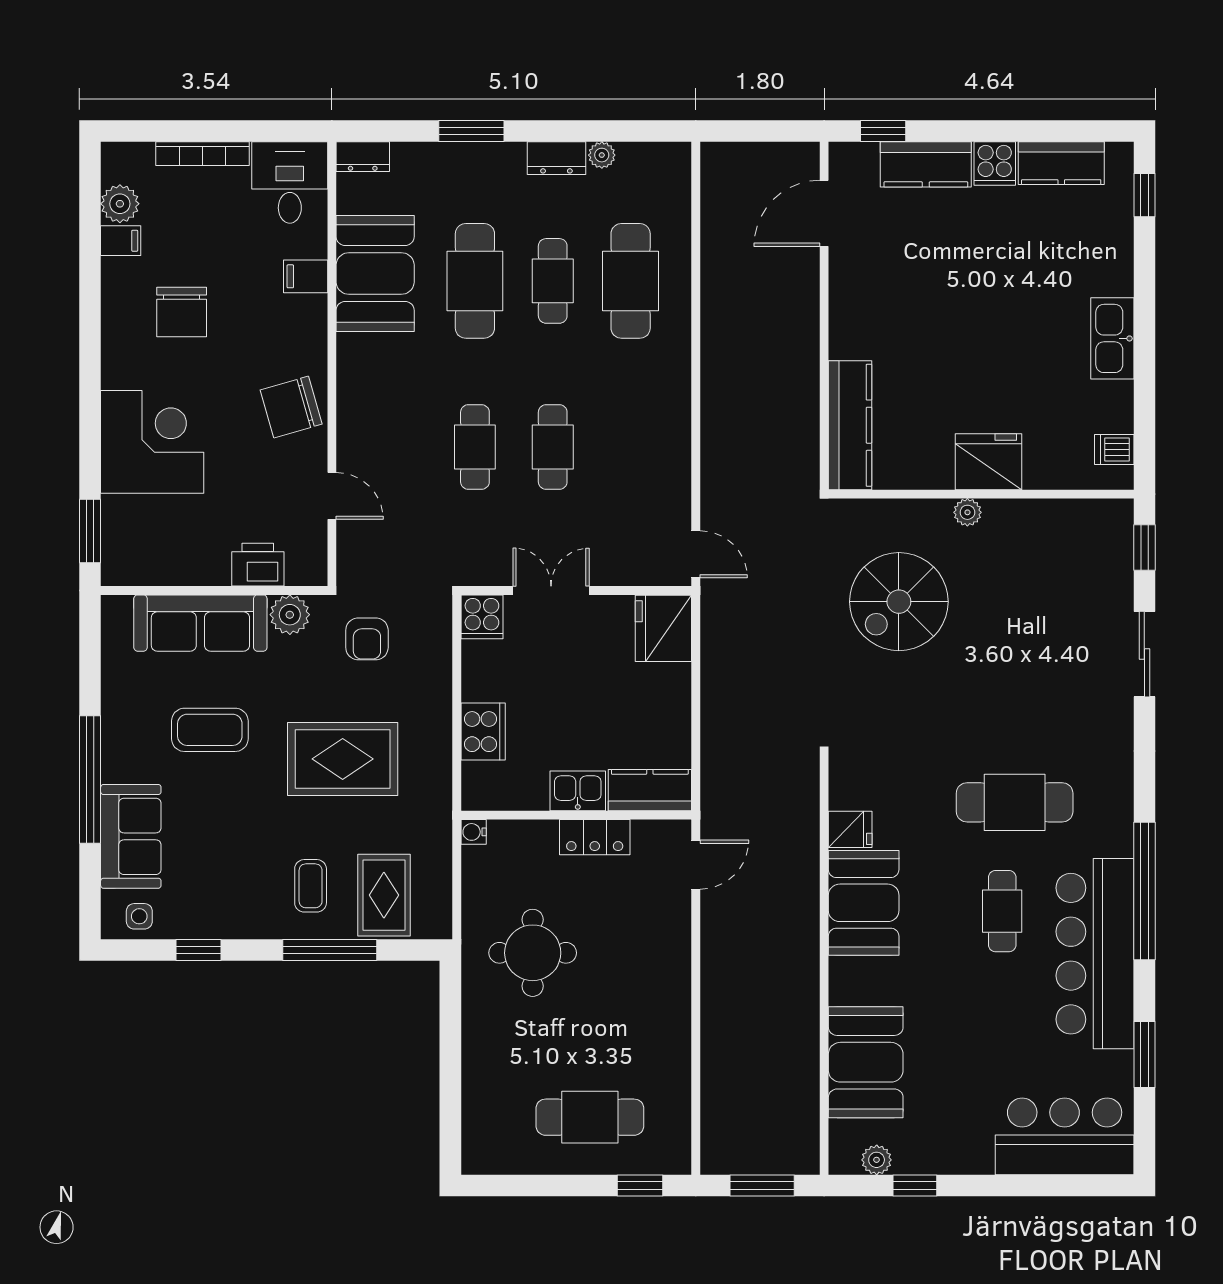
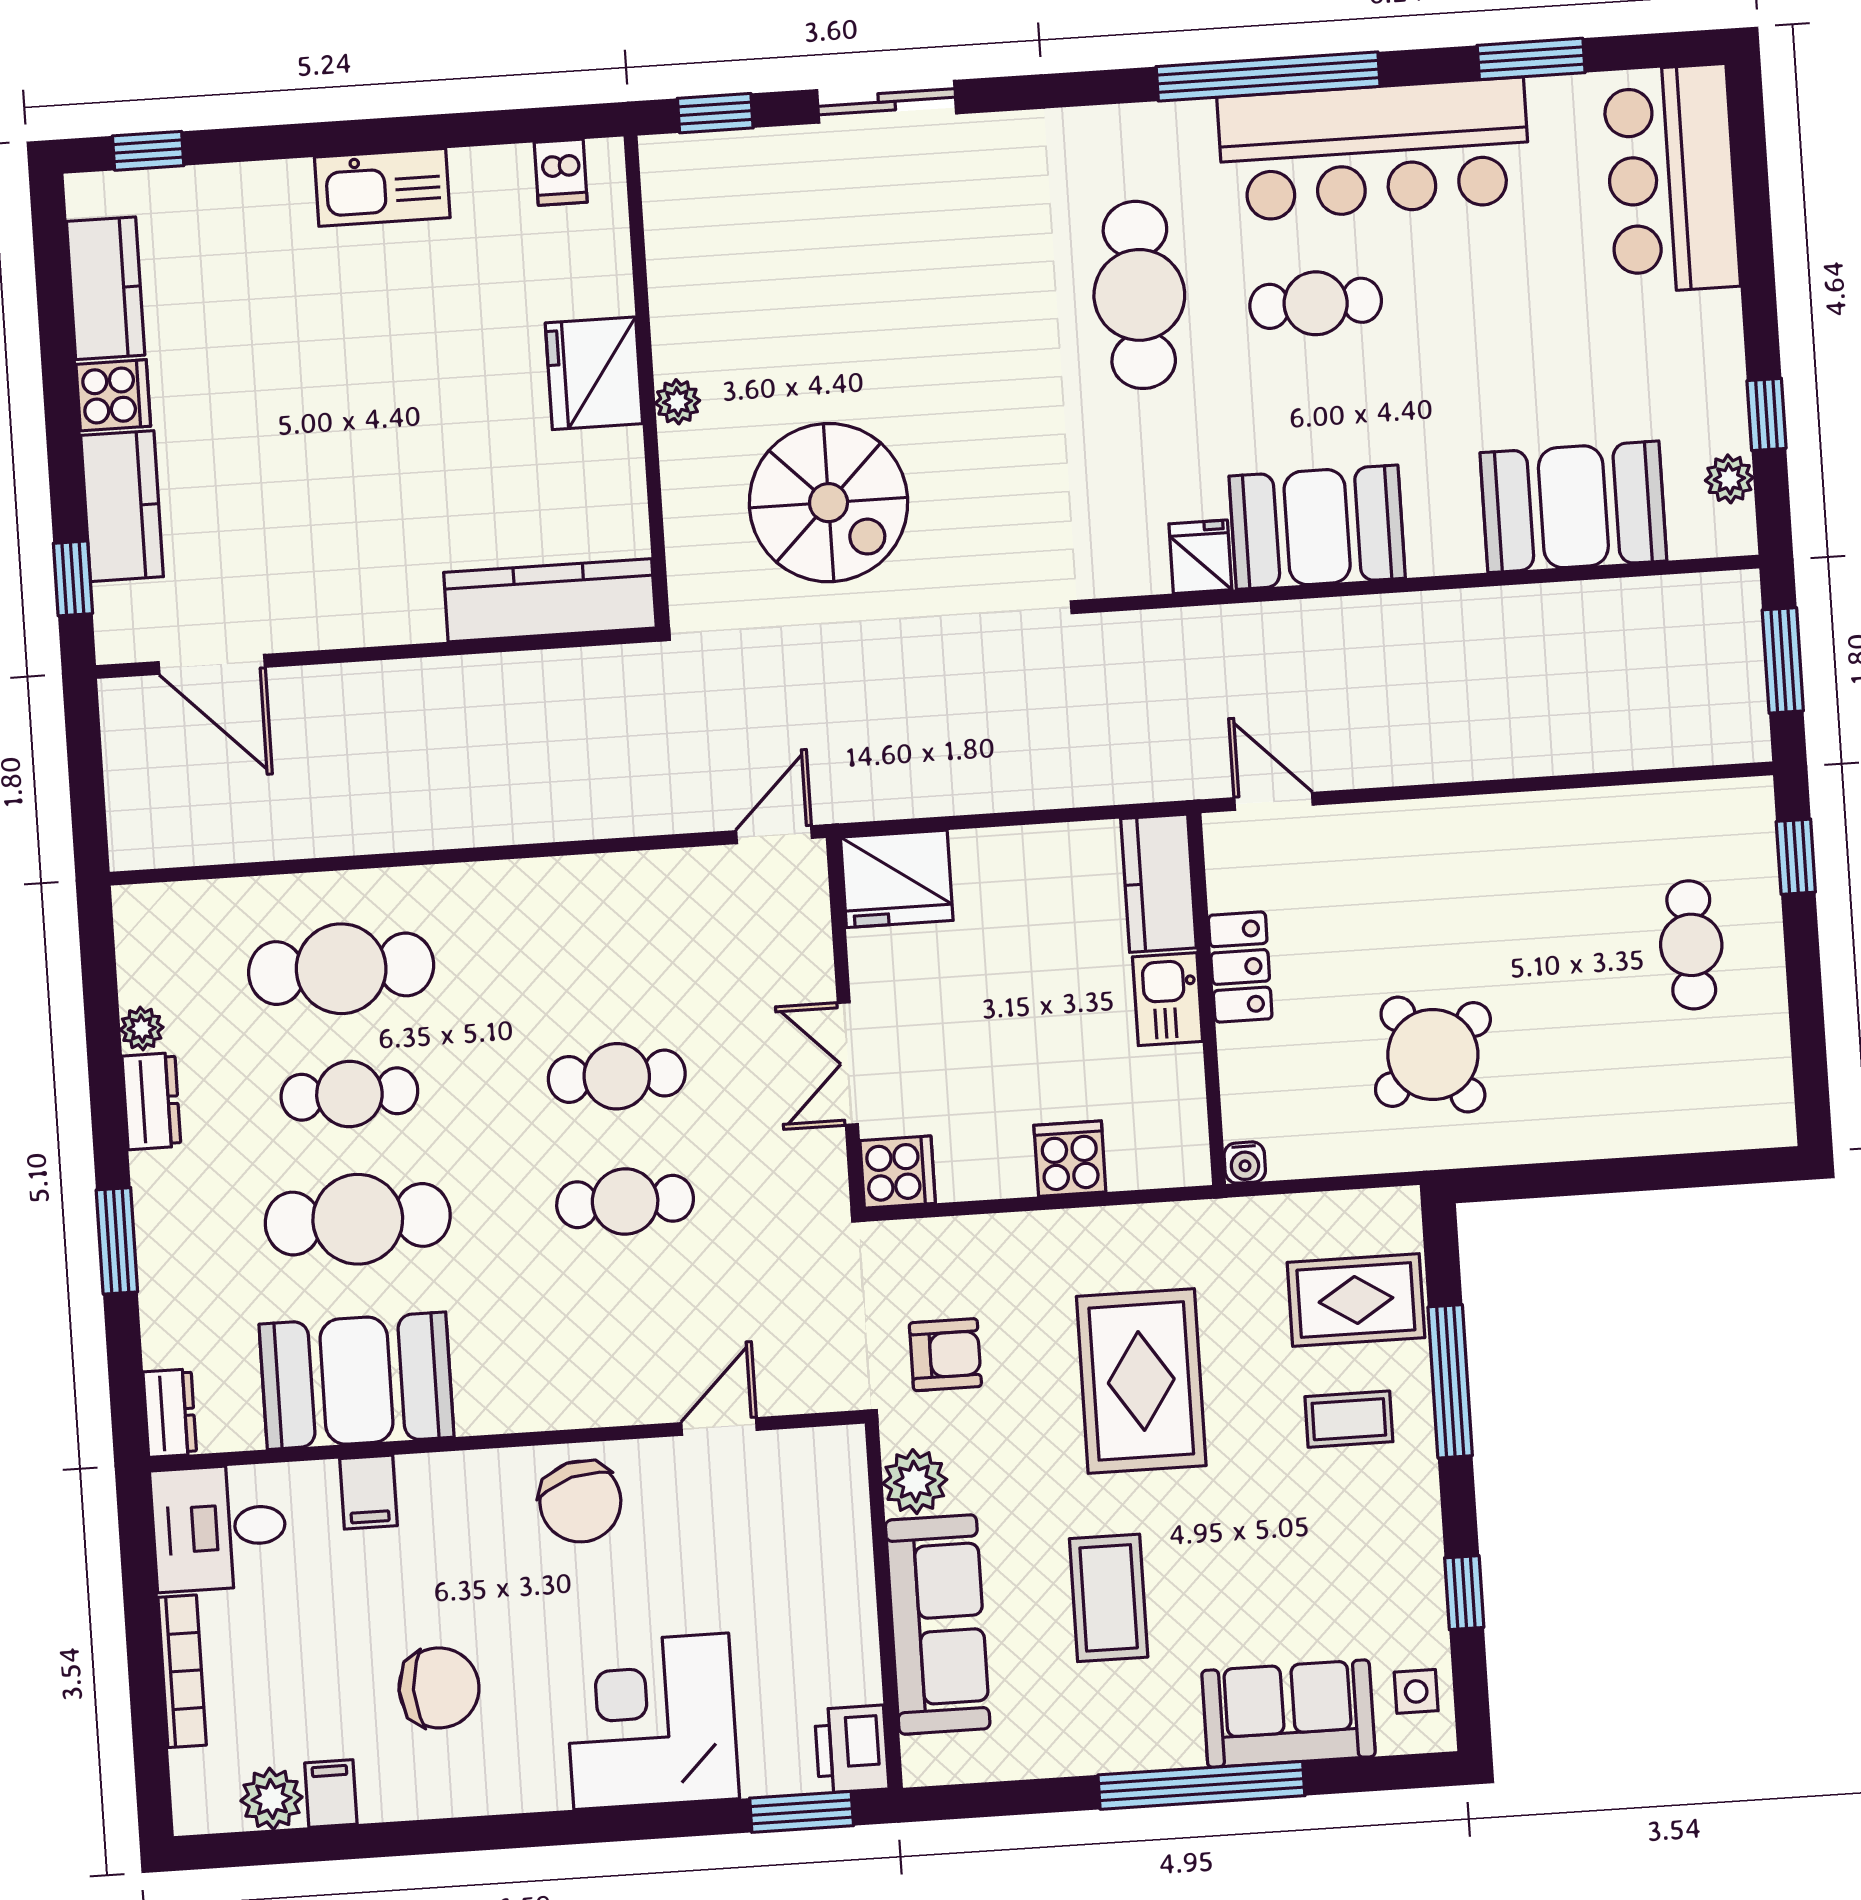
printer: (258, 565) -> (852, 1749), moved
cooker: (483, 732) -> (1070, 1159), width x0.73
round table: (533, 953) -> (1433, 1055), turned -37
cafe table: (590, 1117) -> (1691, 945), width x0.73, depth x0.74

